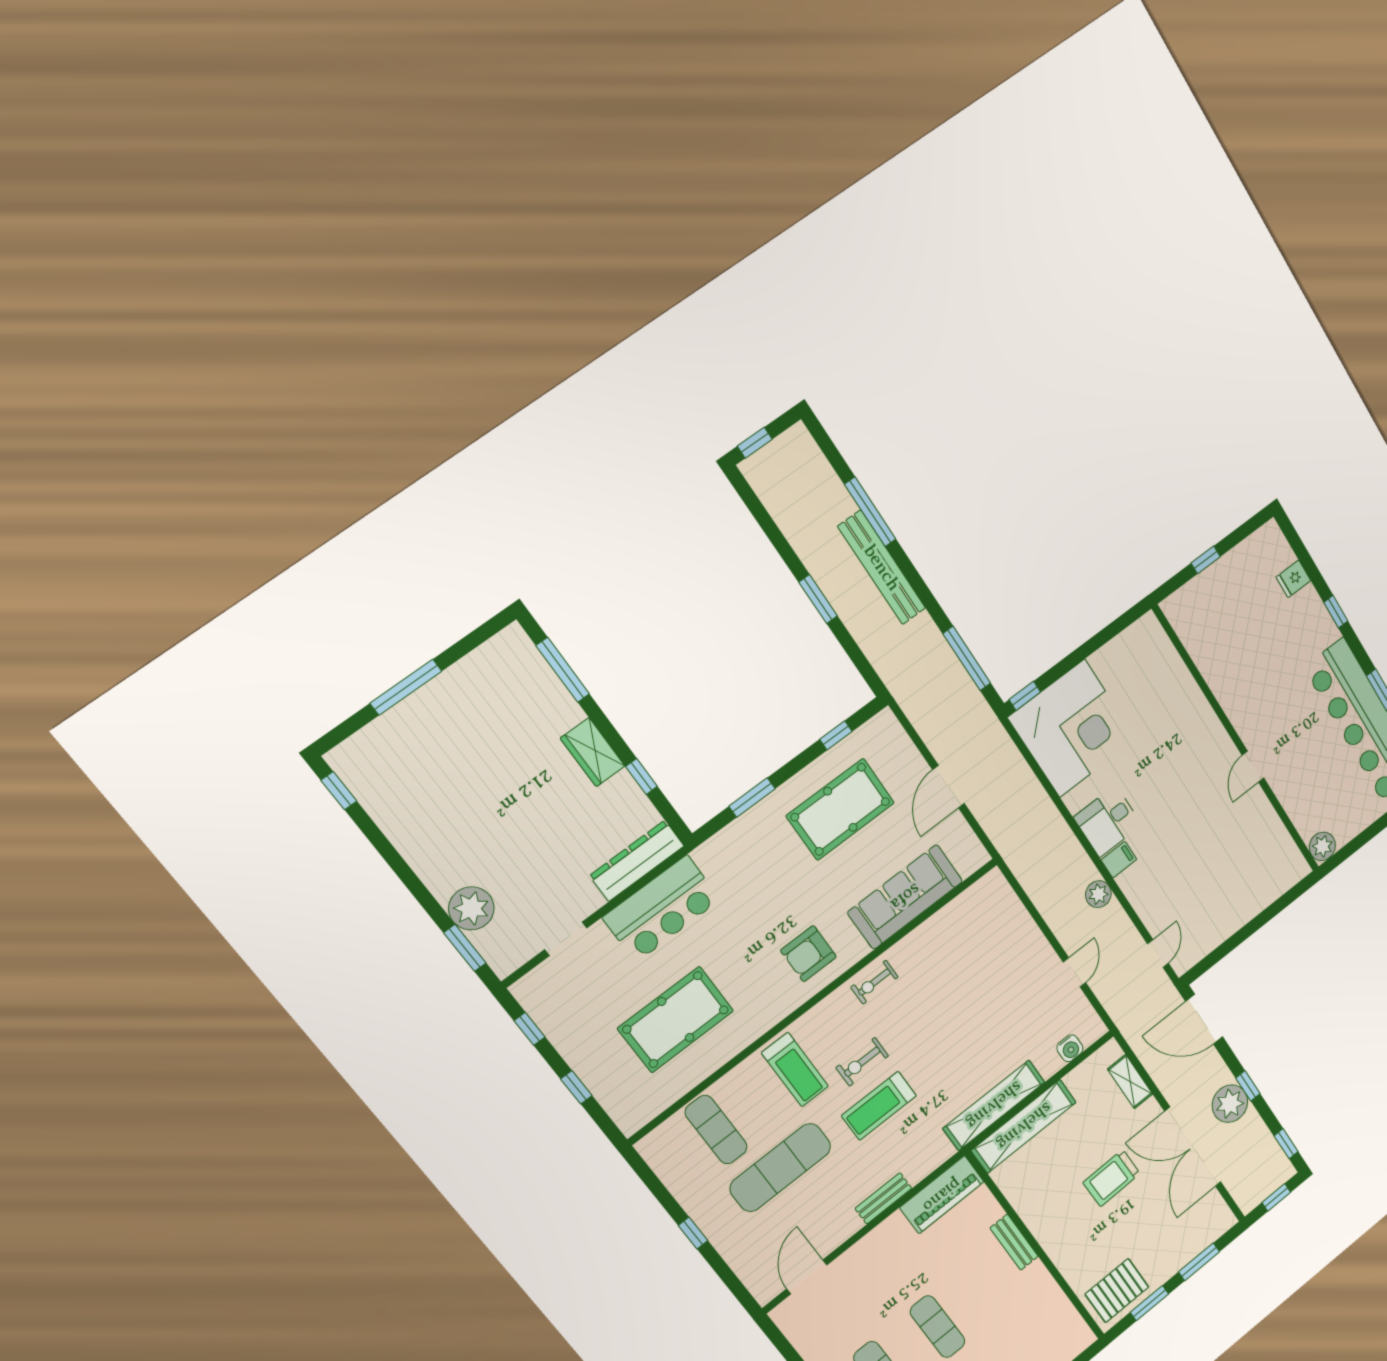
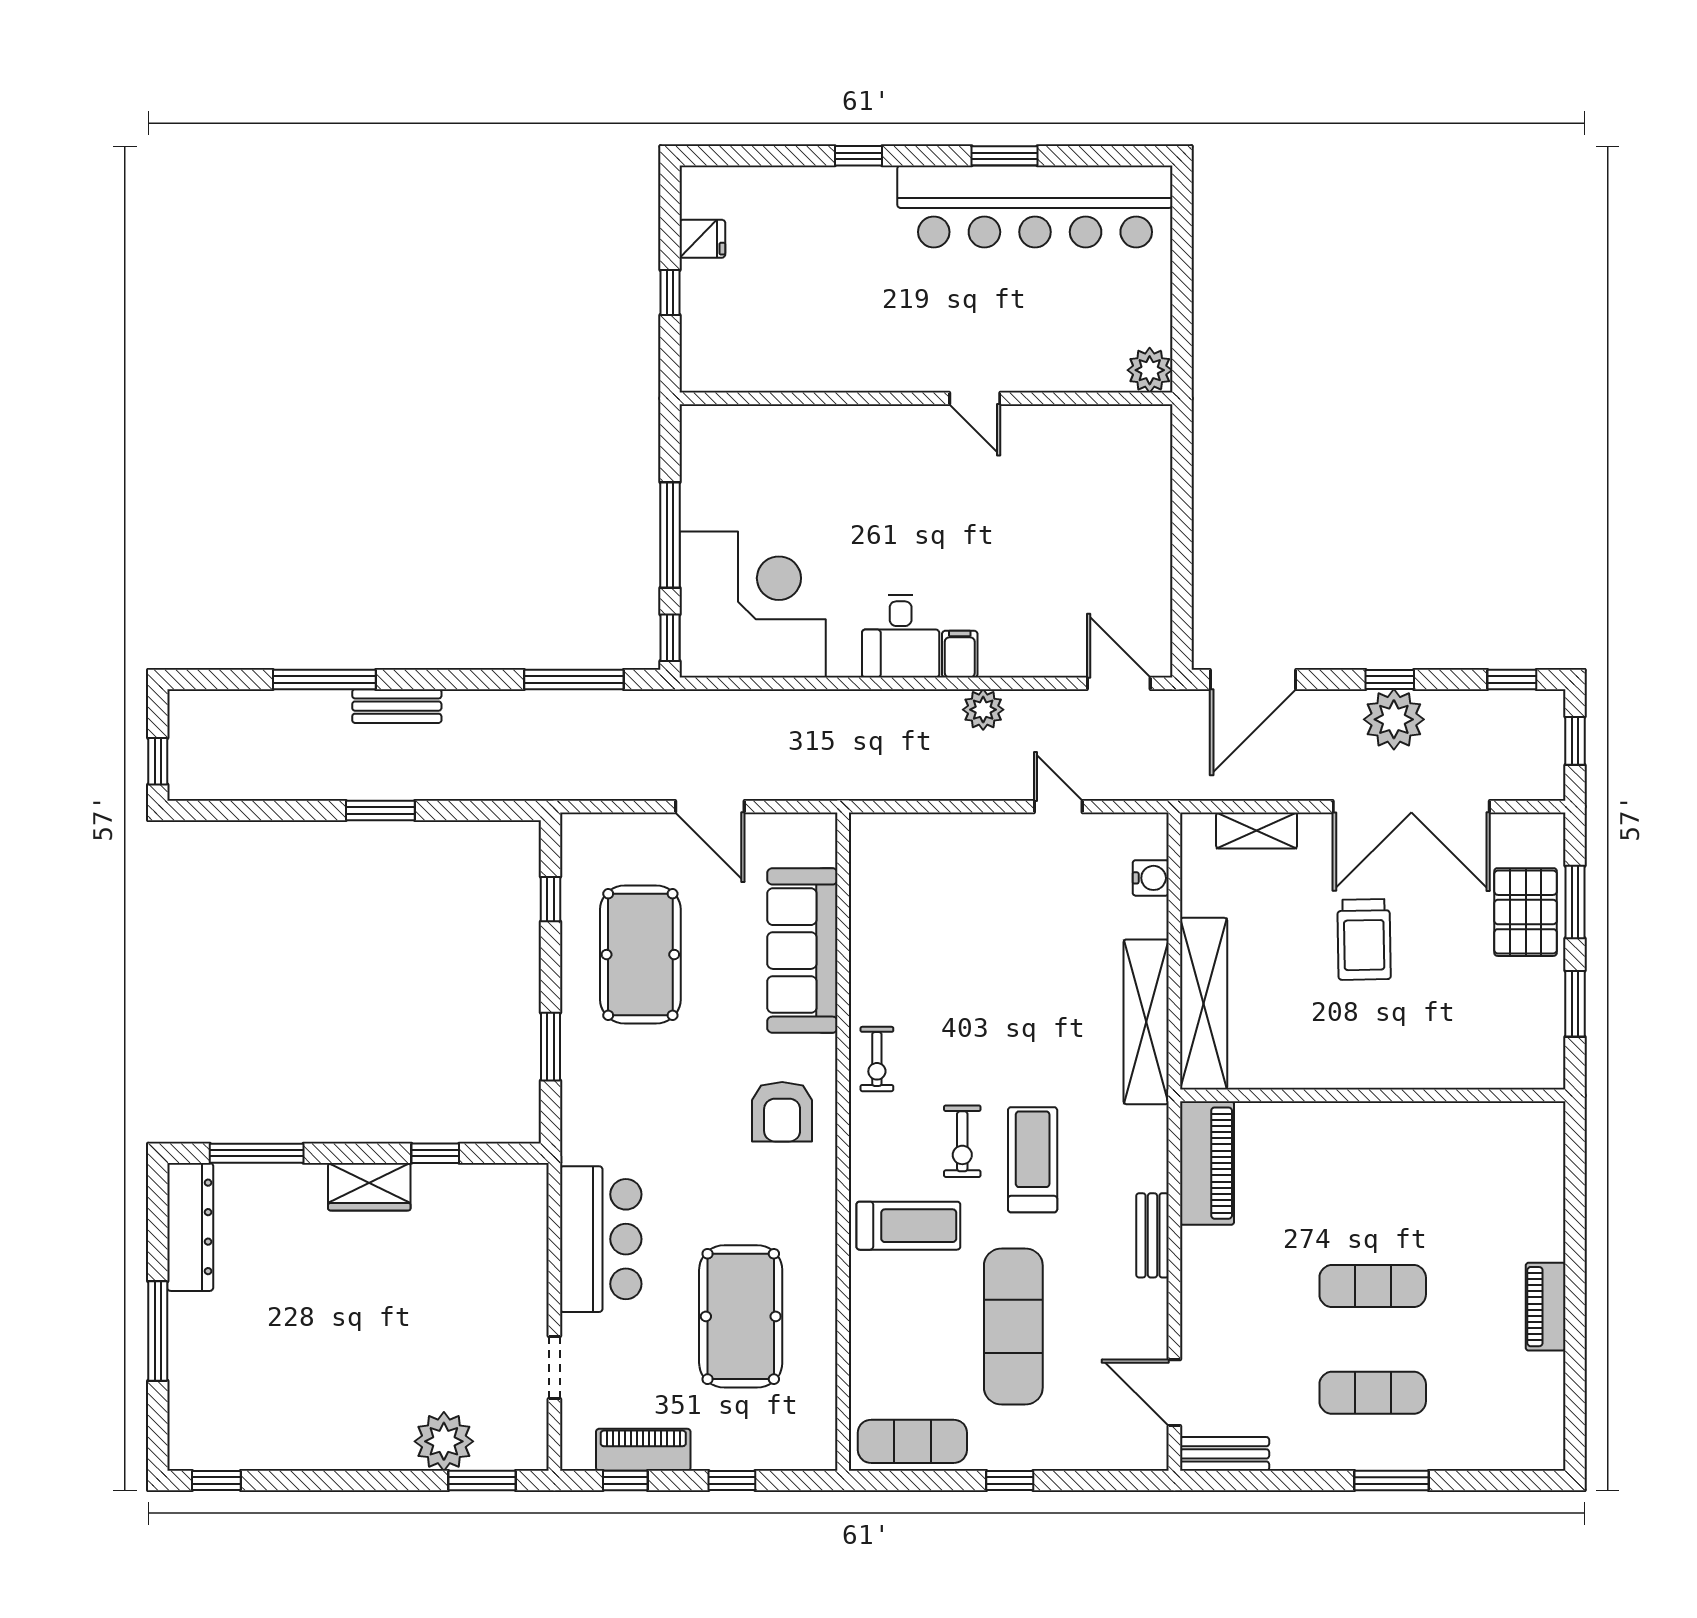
bench: (882, 568) -> (397, 706), width x0.54, depth x0.82
fridge: (1293, 579) -> (702, 239), moved, turned -90
window: (1079, 655) -> (670, 535), added
dresser: (637, 861) -> (190, 1227), moved, turned 180
door: (1158, 953) -> (1119, 683), width x1.38
piano: (556, 1025) -> (643, 1450), added
treadmill: (879, 1106) -> (1033, 1160), turned 180
exercise mat: (716, 1130) -> (912, 1441), moved
bench: (1014, 1242) -> (1225, 1454), moved
pallet: (1117, 1291) -> (1526, 912), moved

